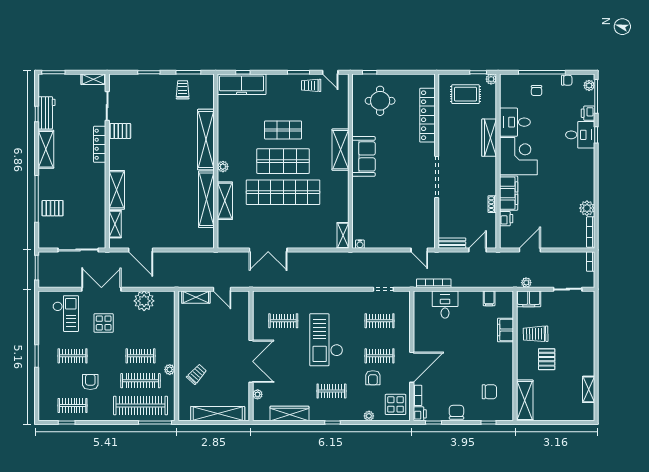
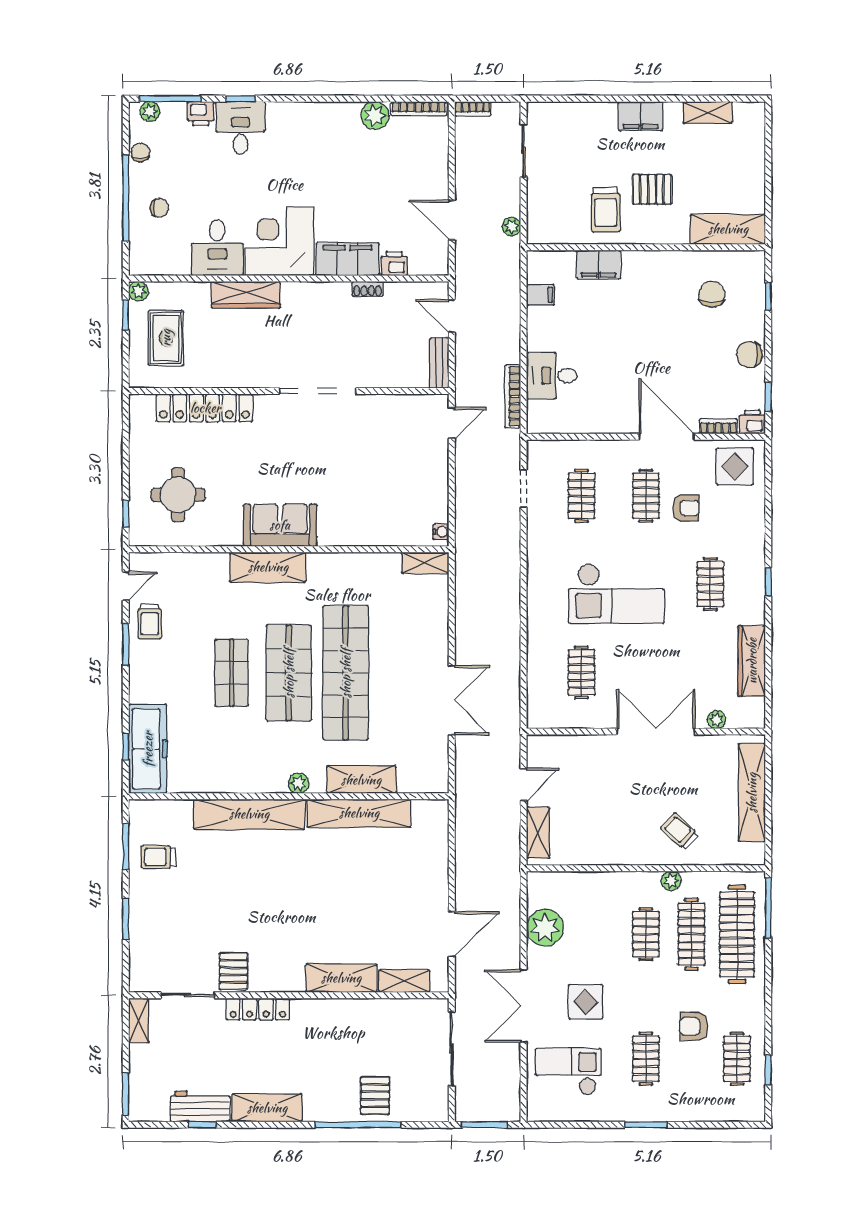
filing cabinet: (529, 299) -> (641, 116), moved, turned 90
plant: (369, 416) -> (756, 515), removed

